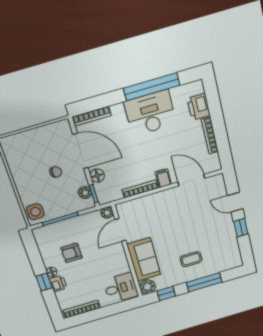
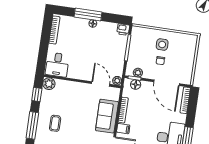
door: (80, 151) -> (167, 83), hinge flipped
floor lamp: (97, 176) -> (136, 85), moved
side table: (35, 212) -> (162, 44), moved
armchair: (72, 253) -> (100, 43), removed
sofa: (144, 259) -> (107, 116), moved, turned 90
window: (44, 282) -> (88, 15), width x2.17
printer: (58, 284) -> (123, 29), moved

